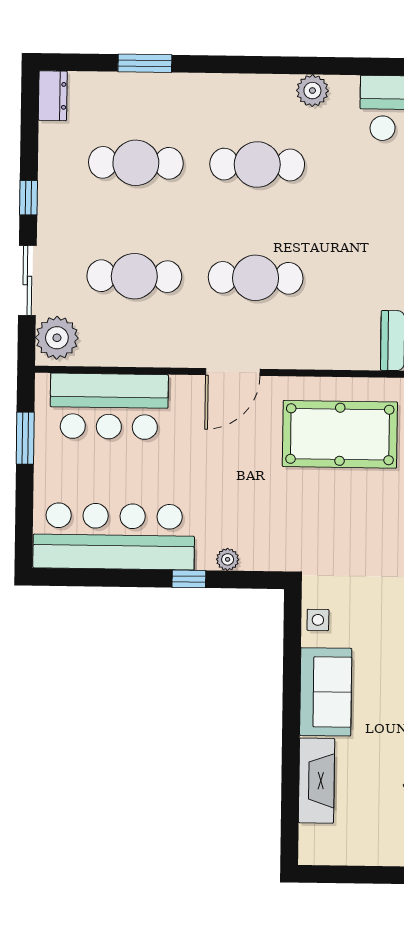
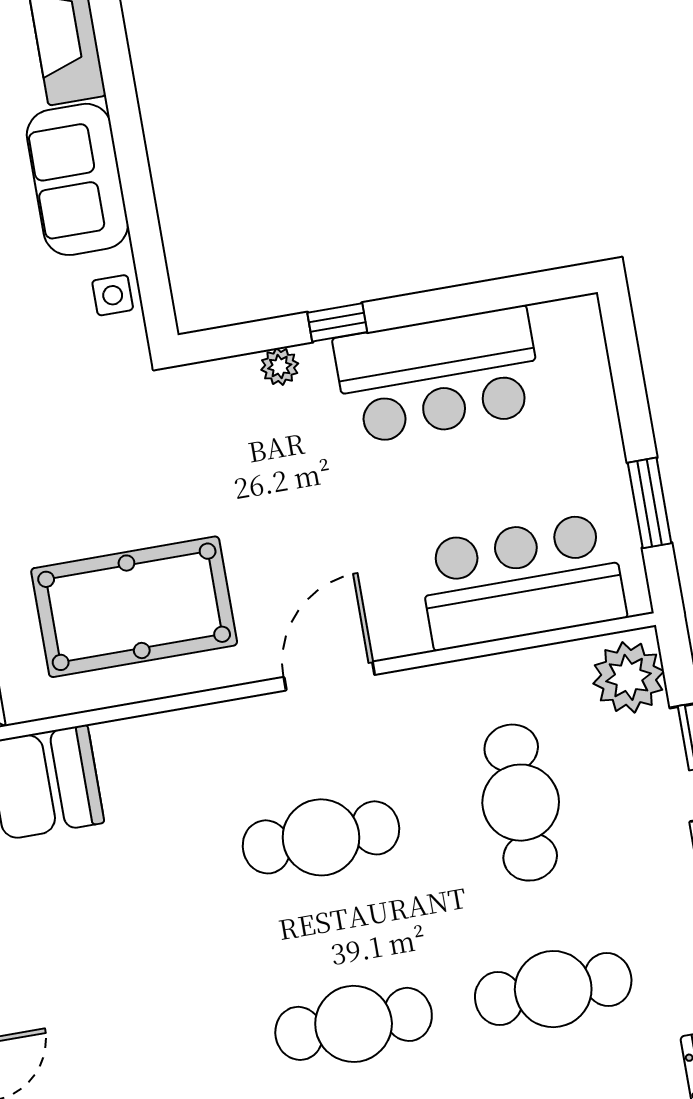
cafe table: (134, 276) -> (521, 803), turned 90
bar counter: (114, 536) -> (438, 375), width x0.73

